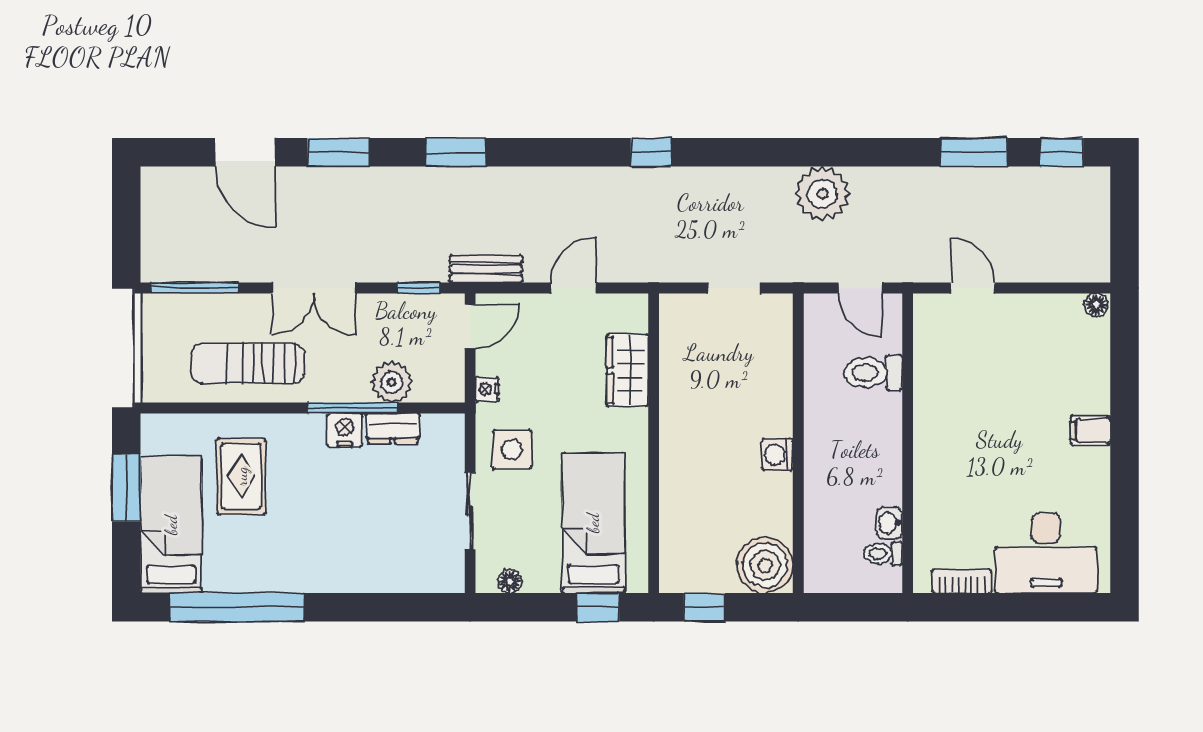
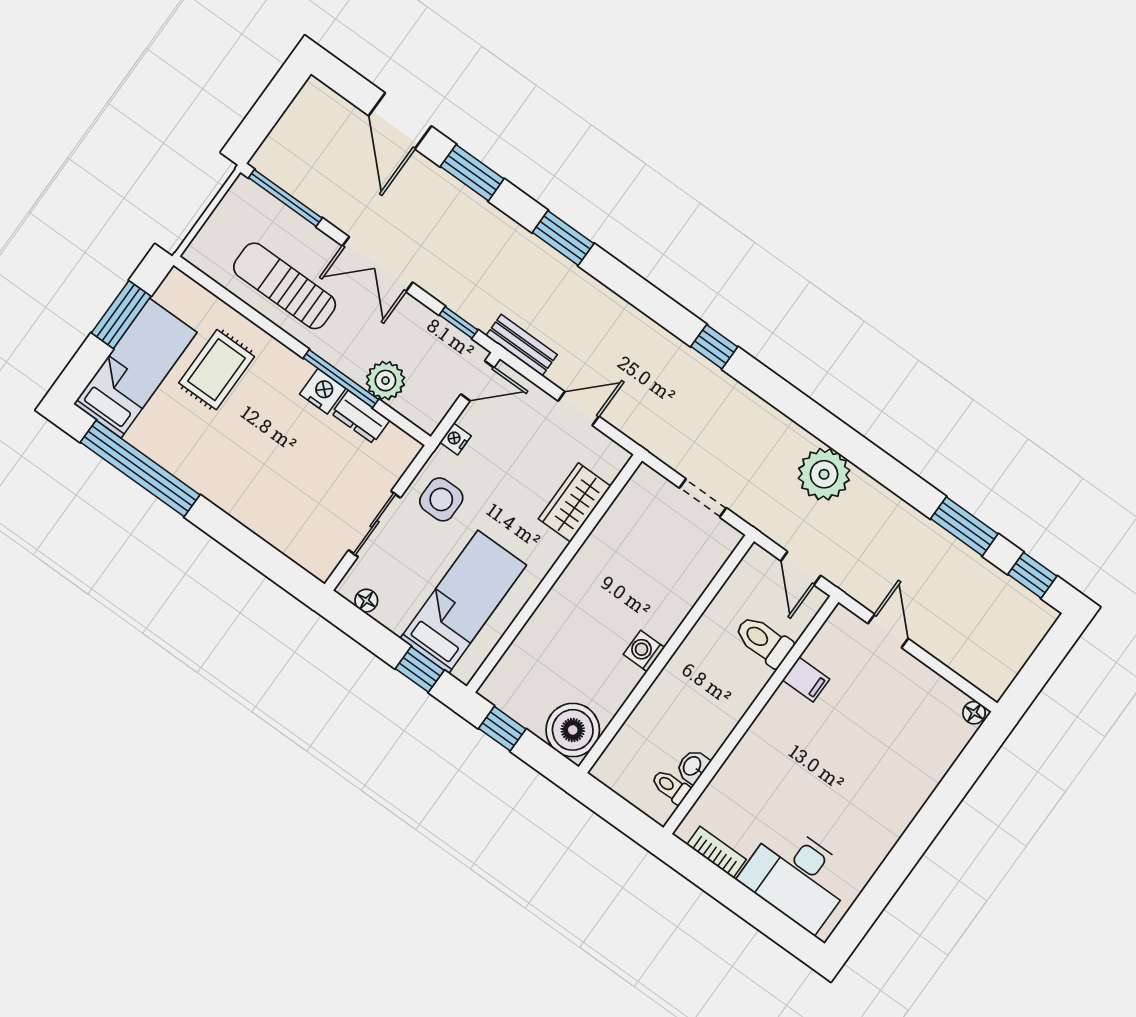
filing cabinet: (1090, 431) -> (806, 680), moved, turned 180

